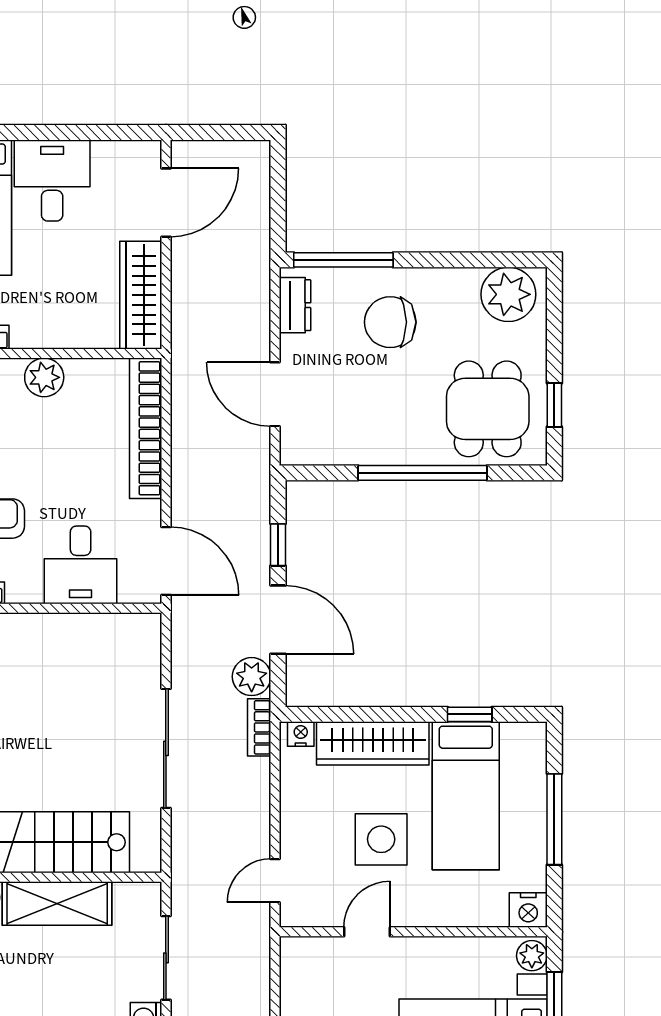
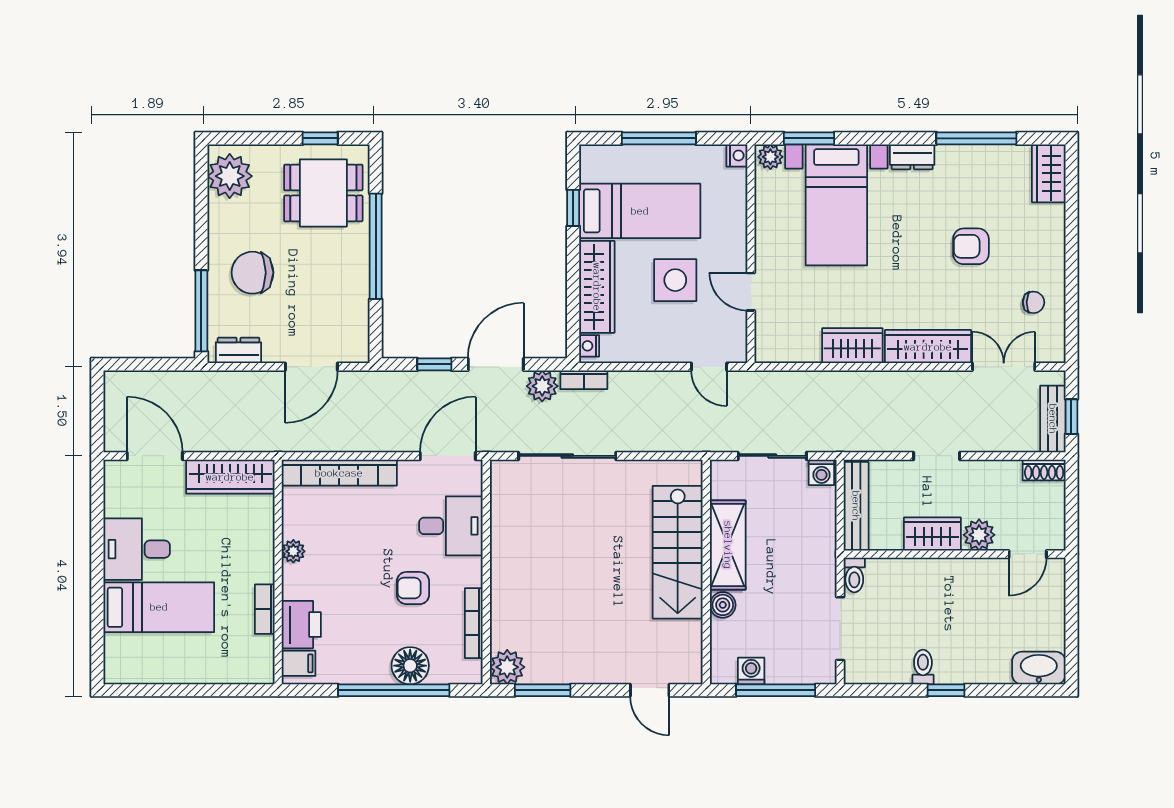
chair: (390, 322) -> (252, 273), turned 90
plant: (44, 377) -> (293, 551), width x0.73, depth x0.73
sliding door: (166, 748) -> (567, 456), moved
nightstand: (528, 910) -> (737, 155), width x0.72, depth x0.74

